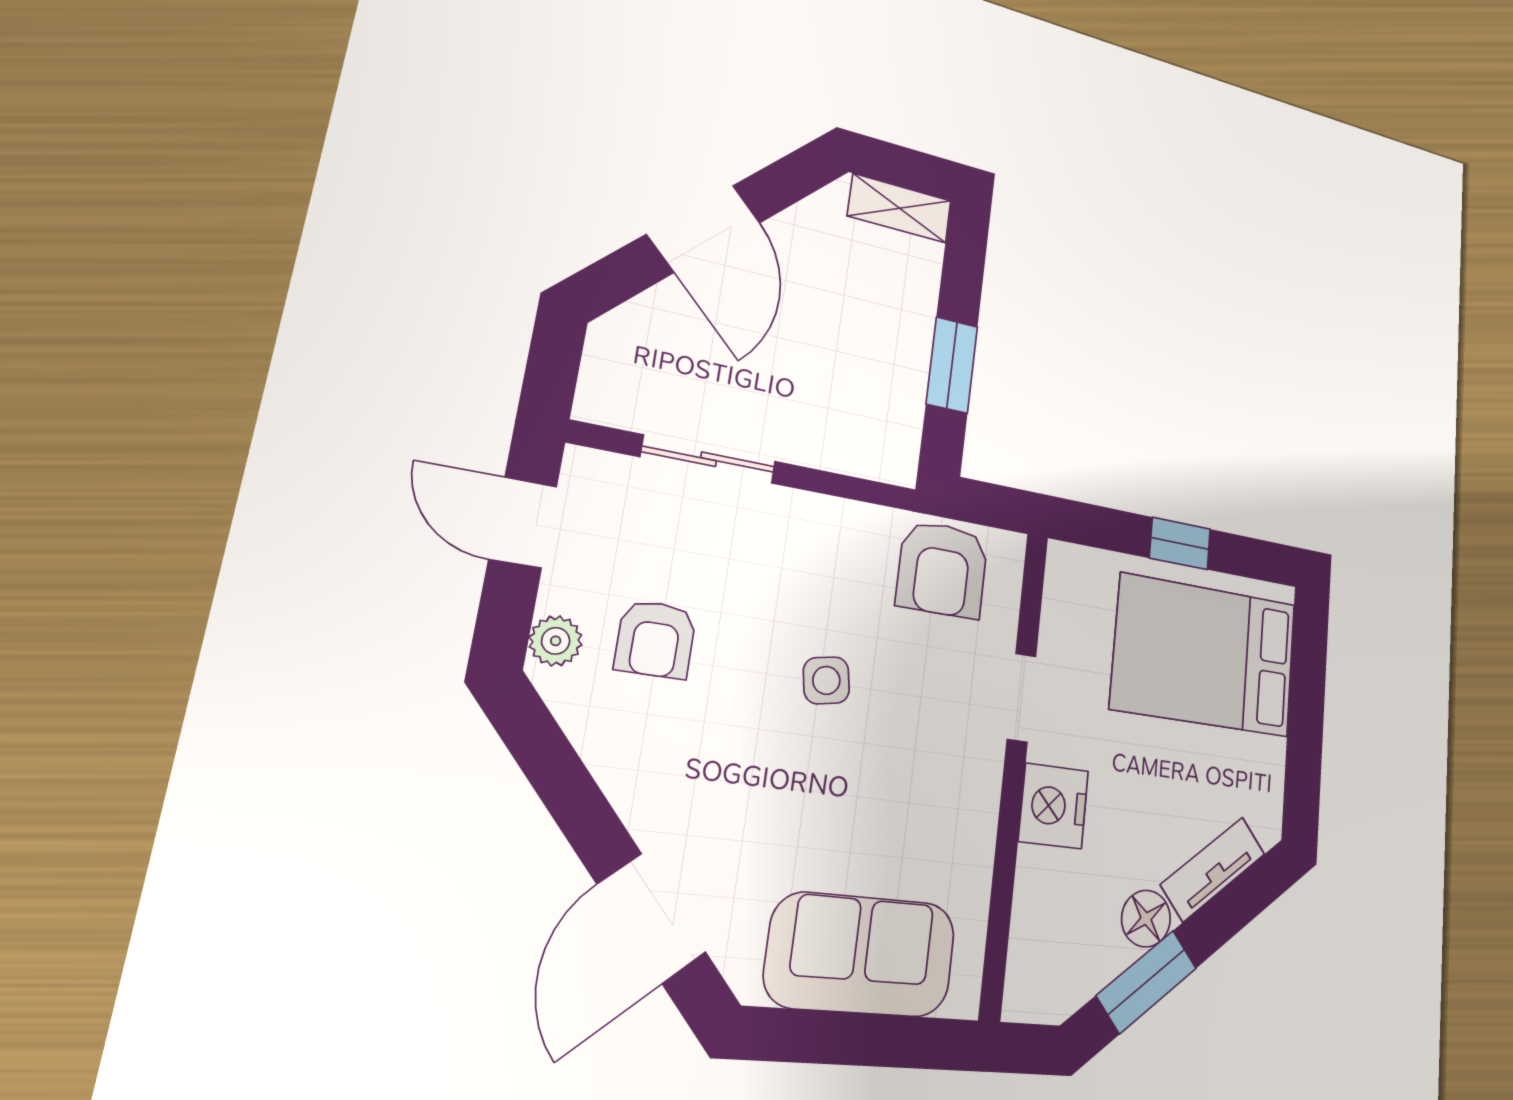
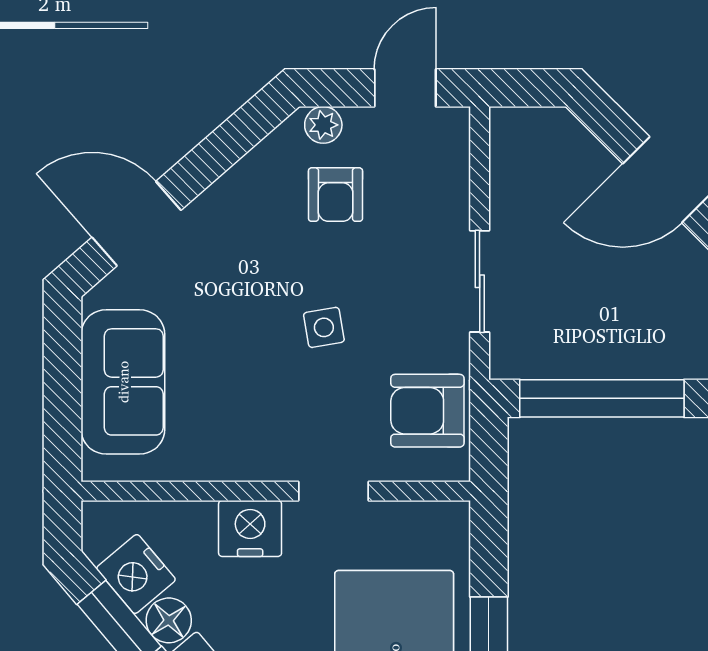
window: (952, 365) -> (602, 398), width x2.11
sliding door: (709, 459) -> (480, 281), moved
armchair: (656, 639) -> (335, 195), turned -90
nightstand: (1092, 956) -> (136, 574), added

